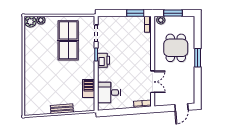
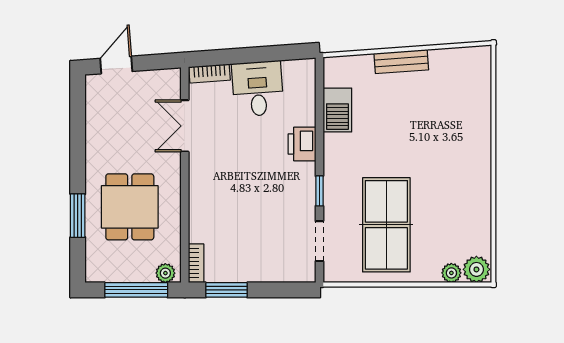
window: (173, 13) -> (136, 290), width x1.44
window: (198, 58) -> (78, 216), moved
printer: (104, 60) -> (302, 144), moved
desk: (109, 92) -> (258, 89), moved, turned -94

